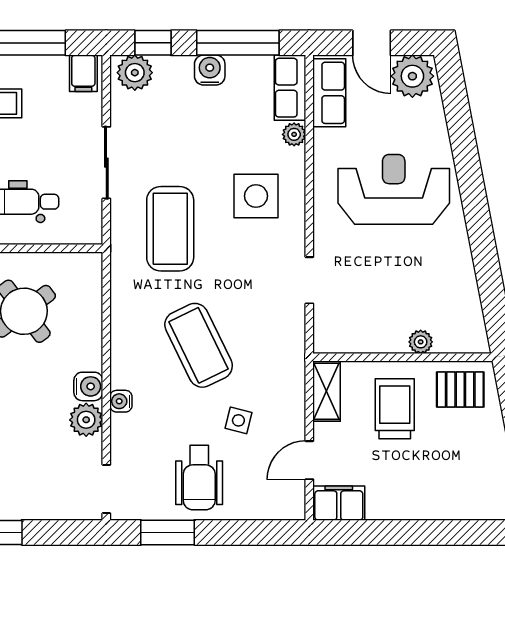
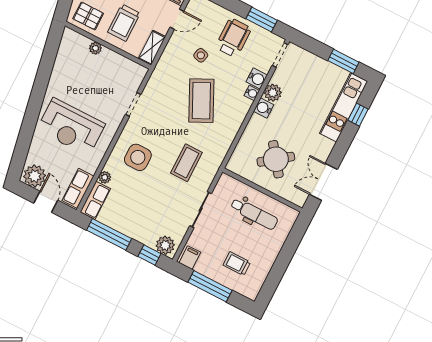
water cooler: (210, 70) -> (257, 79), moved, turned -90
coffee table: (170, 229) -> (186, 163), width x0.73, depth x0.76

